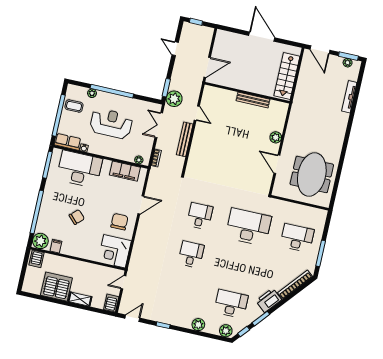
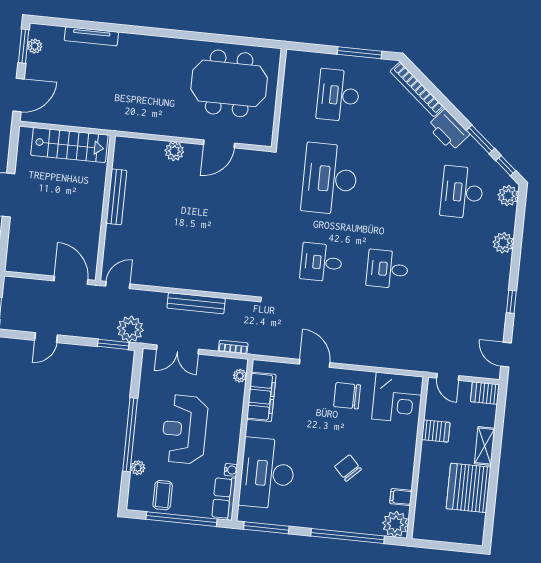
door: (197, 113) -> (118, 285), moved
server rack: (36, 259) -> (436, 431), moved

